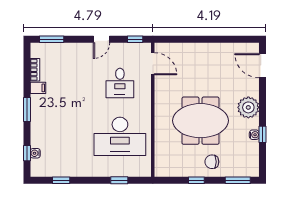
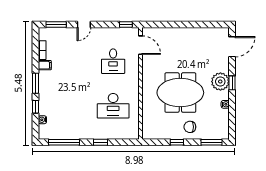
door: (102, 39) -> (84, 25), moved
door: (262, 66) -> (232, 47), swing flipped
window: (262, 134) -> (232, 83), moved
desk: (120, 136) -> (113, 106), width x0.73, depth x0.77
window: (27, 153) -> (36, 107), moved
window: (61, 180) -> (64, 142), width x2.17
window: (119, 180) -> (100, 142), moved

